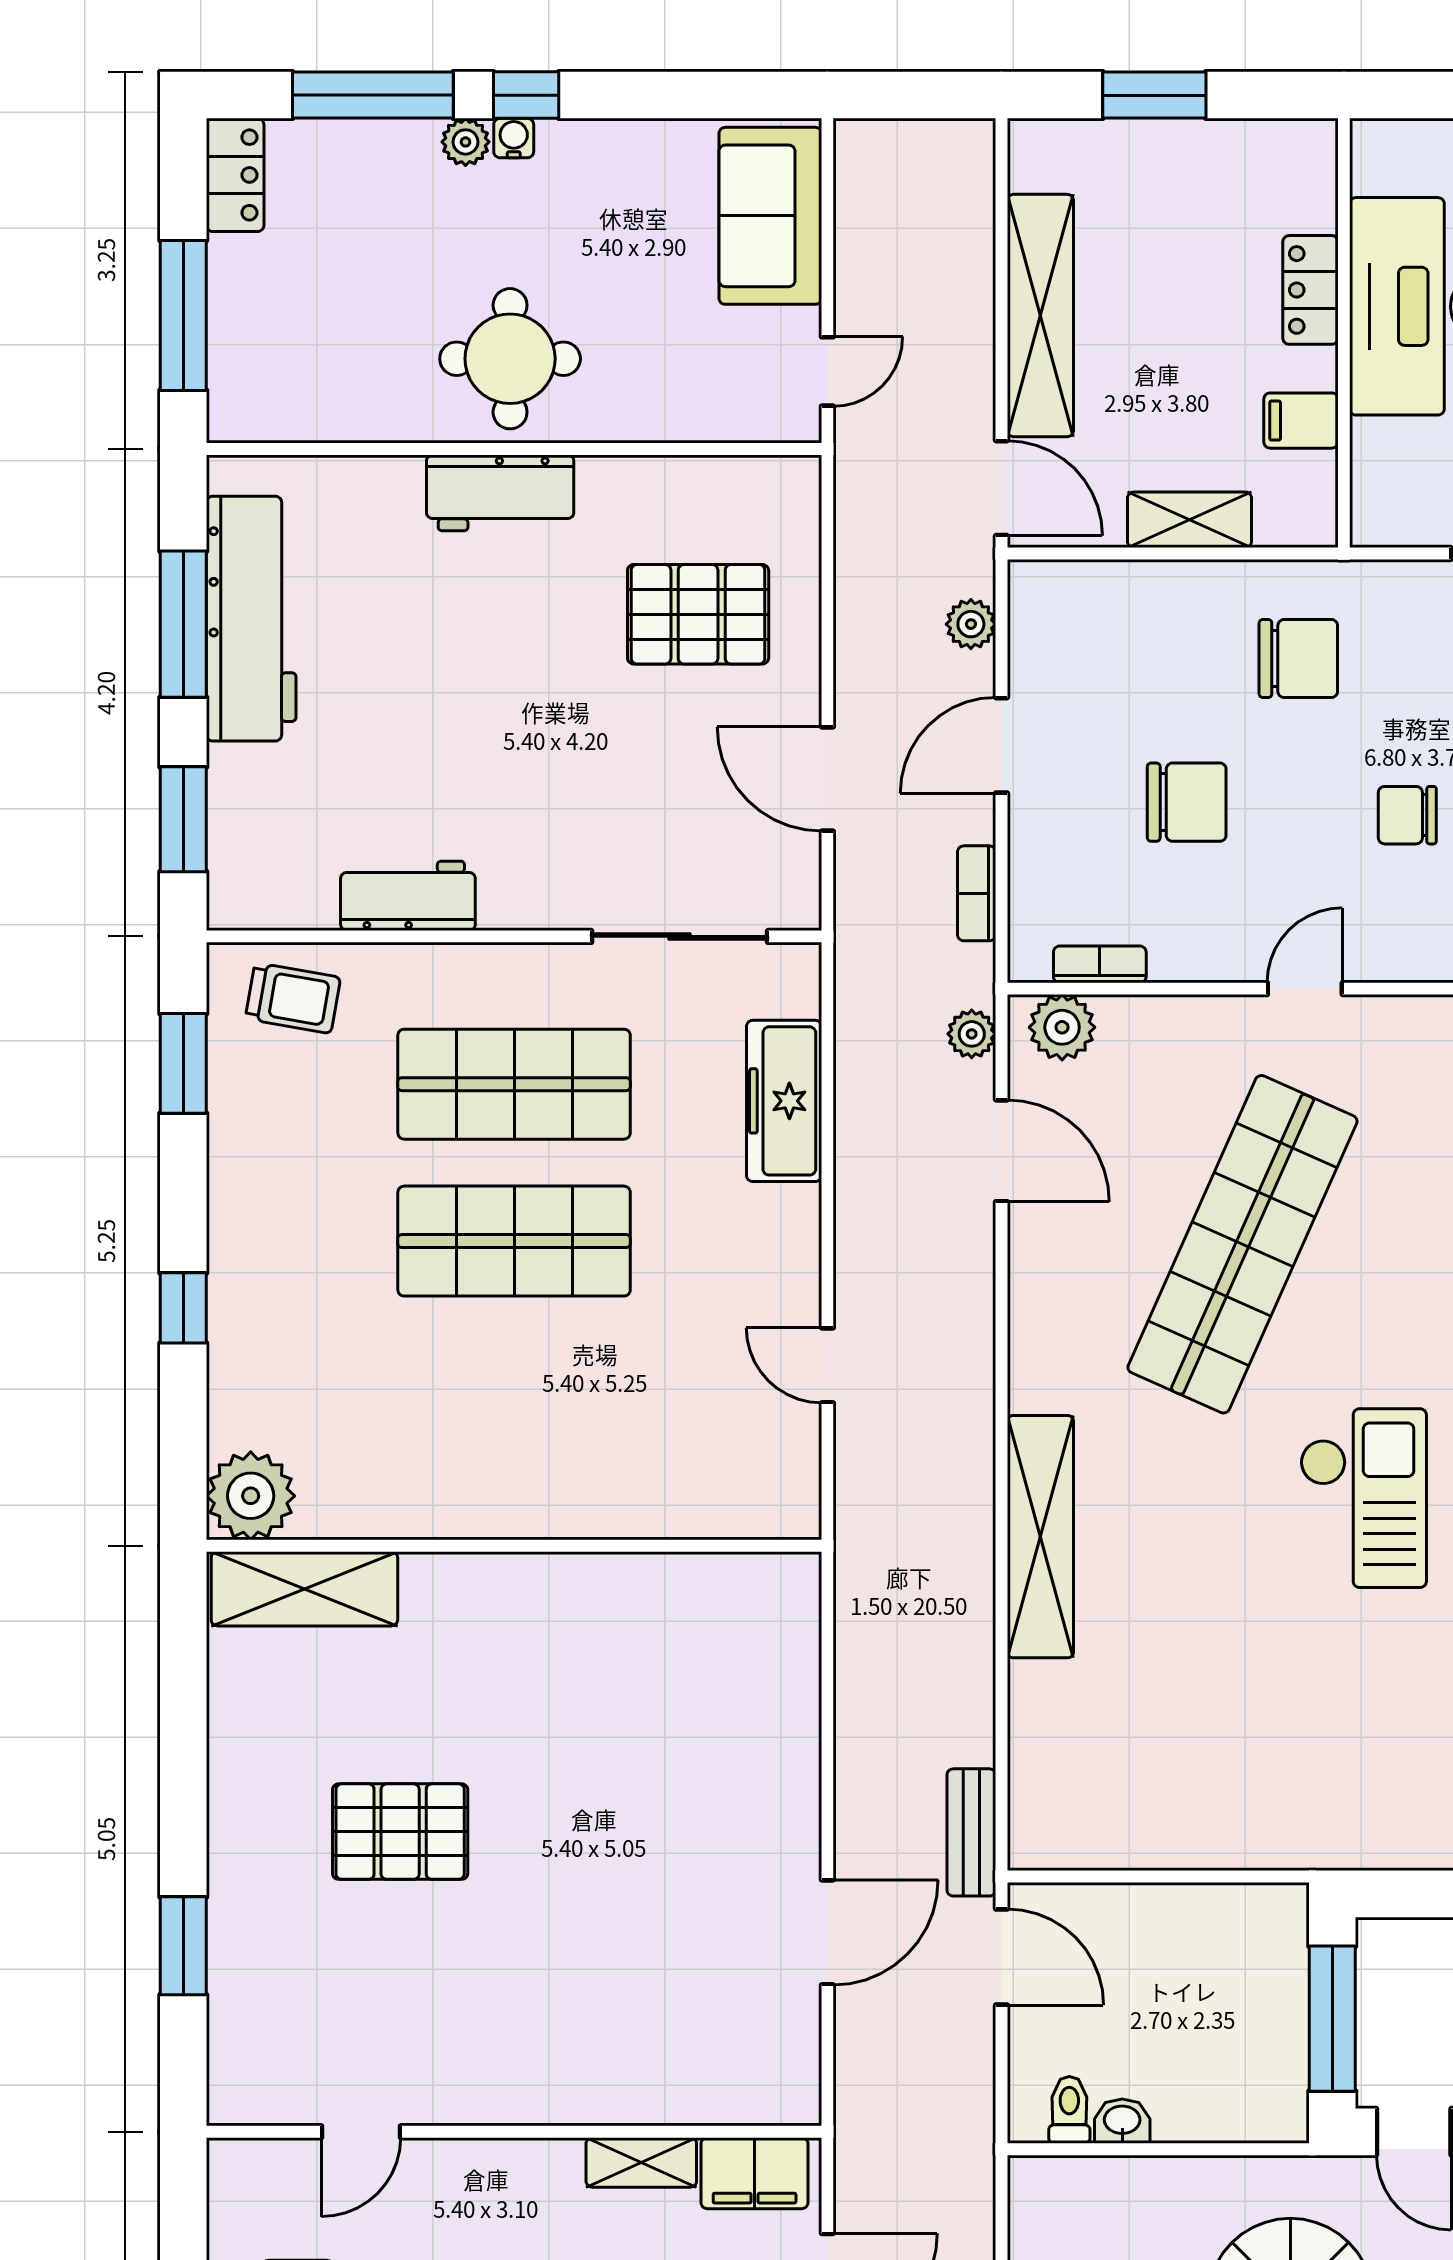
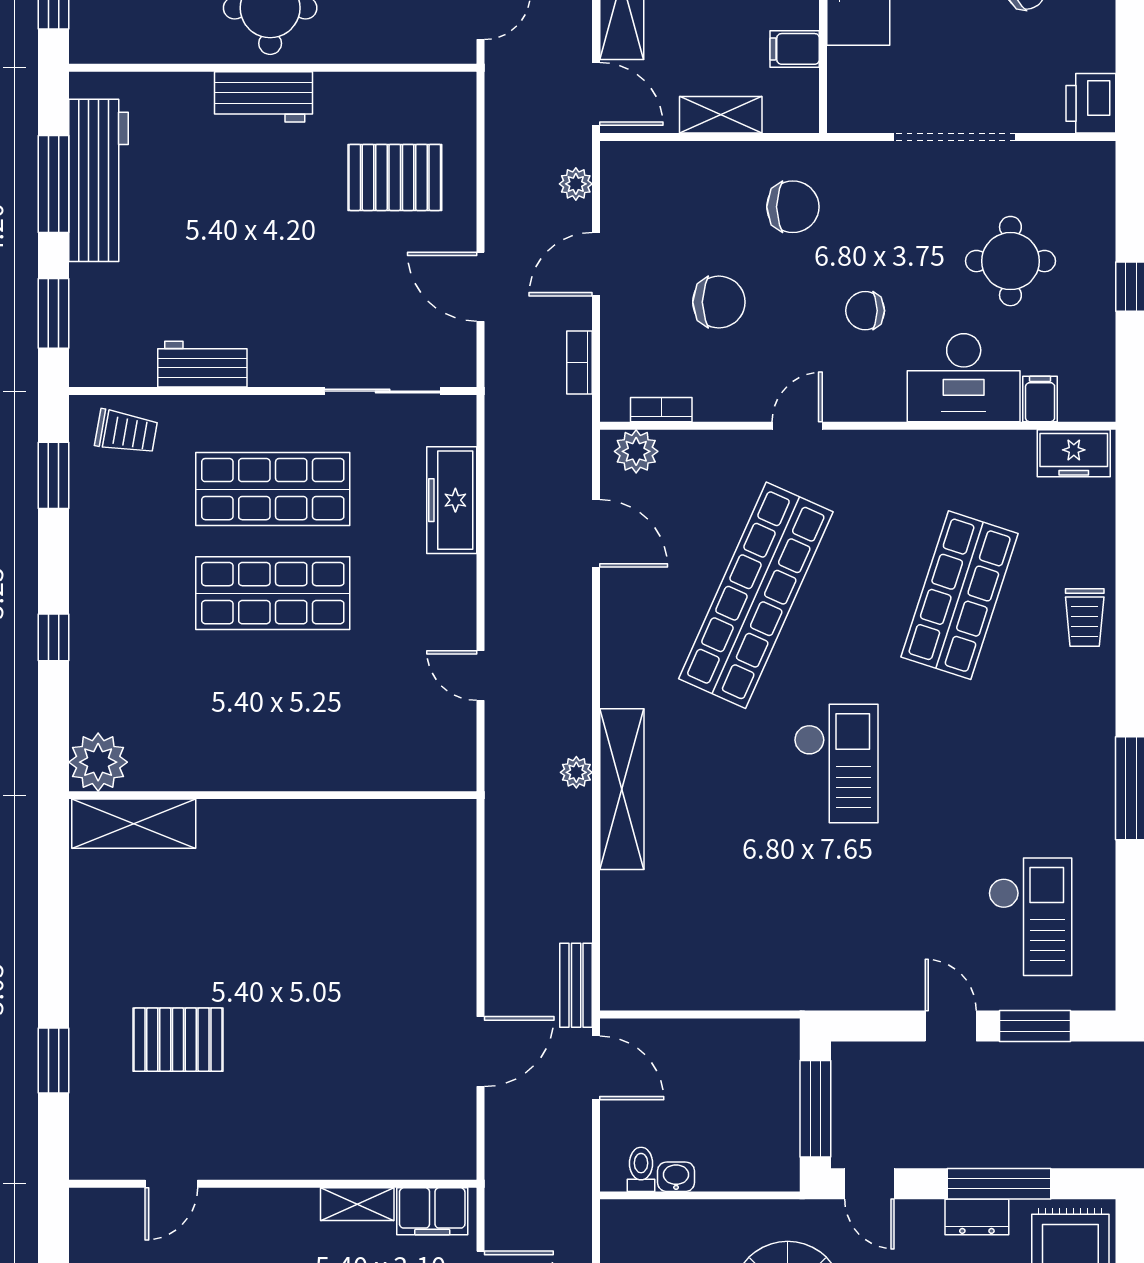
plant: (972, 1034) -> (576, 772), moved
pallet: (400, 1832) -> (178, 1040), moved

